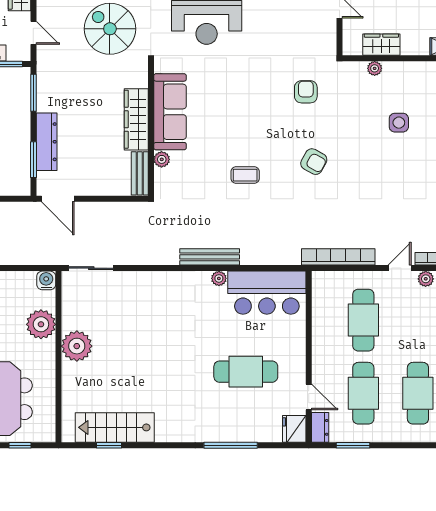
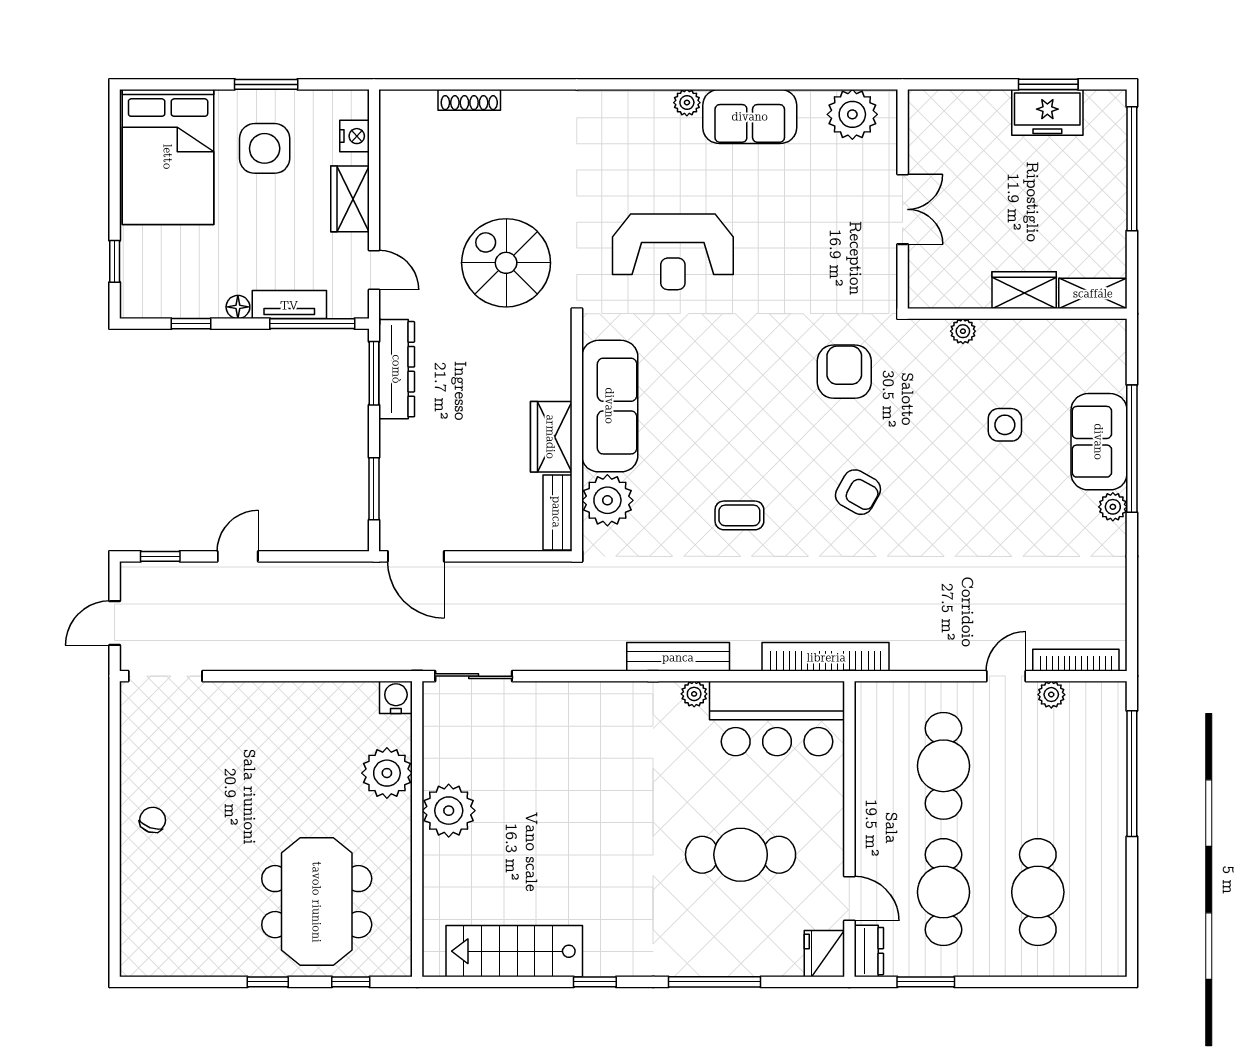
wardrobe: (381, 45) -> (1024, 290), moved
armchair: (306, 92) -> (844, 372), width x1.38, depth x1.38
wardrobe: (136, 119) -> (551, 437), width x0.67
dresser: (47, 142) -> (397, 369), moved
plant: (162, 159) -> (607, 500), width x1.88, depth x1.88
bookcase: (338, 257) -> (826, 657), moved
window: (109, 445) -> (595, 982), moved

